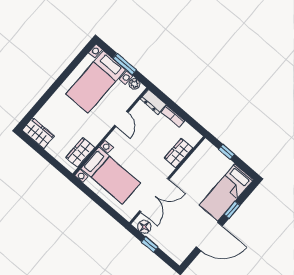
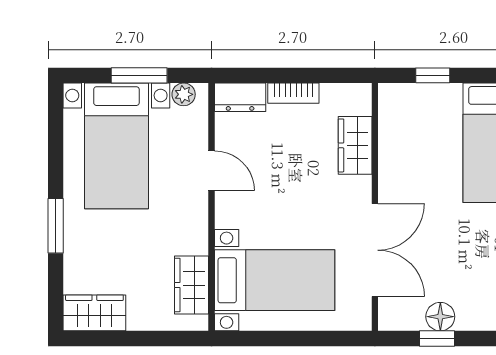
window: (51, 91) -> (56, 226), added
floor lamp: (144, 227) -> (440, 317), moved

